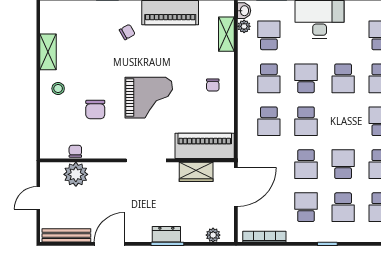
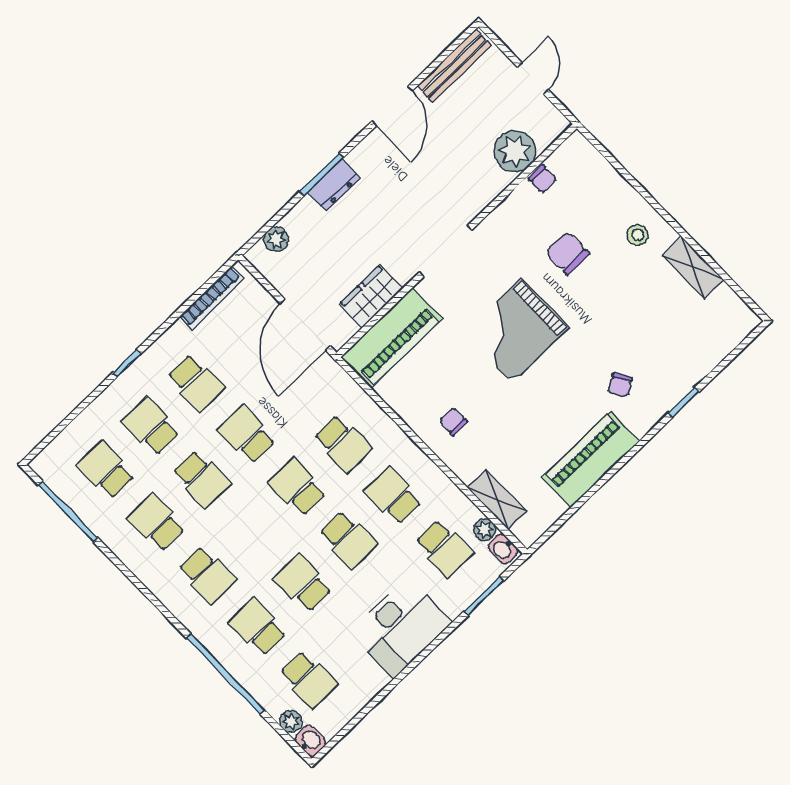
school desk: (269, 121) -> (343, 444), turned 180

